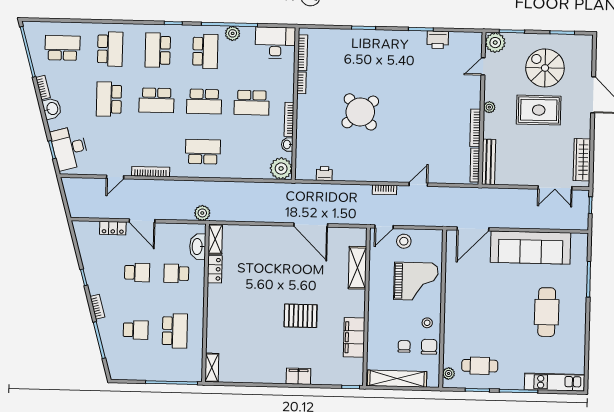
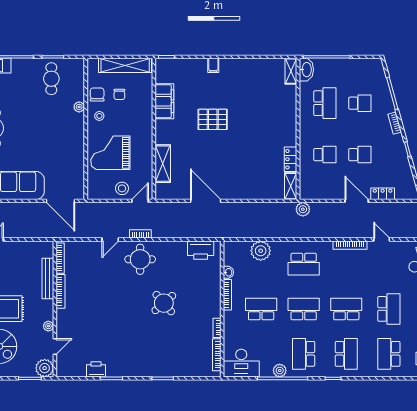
plant: (489, 107) -> (48, 326), moved
round table: (360, 112) -> (164, 303), width x0.73, depth x0.73
round table: (385, 162) -> (140, 259), added
bench: (489, 162) -> (48, 278), moved
plant: (281, 169) -> (261, 251), moved
printer: (324, 174) -> (201, 250), width x1.87, depth x1.48
door: (115, 177) -> (382, 240), hinge flipped
door: (473, 229) -> (60, 201), swing flipped
washbasin: (198, 247) -> (306, 70), moved
school desk: (137, 272) -> (360, 155), turned 180
school desk: (136, 330) -> (360, 103), turned 180
school desk: (175, 331) -> (325, 103), turned 180
chair: (429, 347) -> (97, 95), turned 180
cafe table: (480, 366) -> (51, 79), turned 90
plant: (449, 374) -> (79, 107), moved
filing cabinet: (298, 376) -> (213, 65), width x0.50

